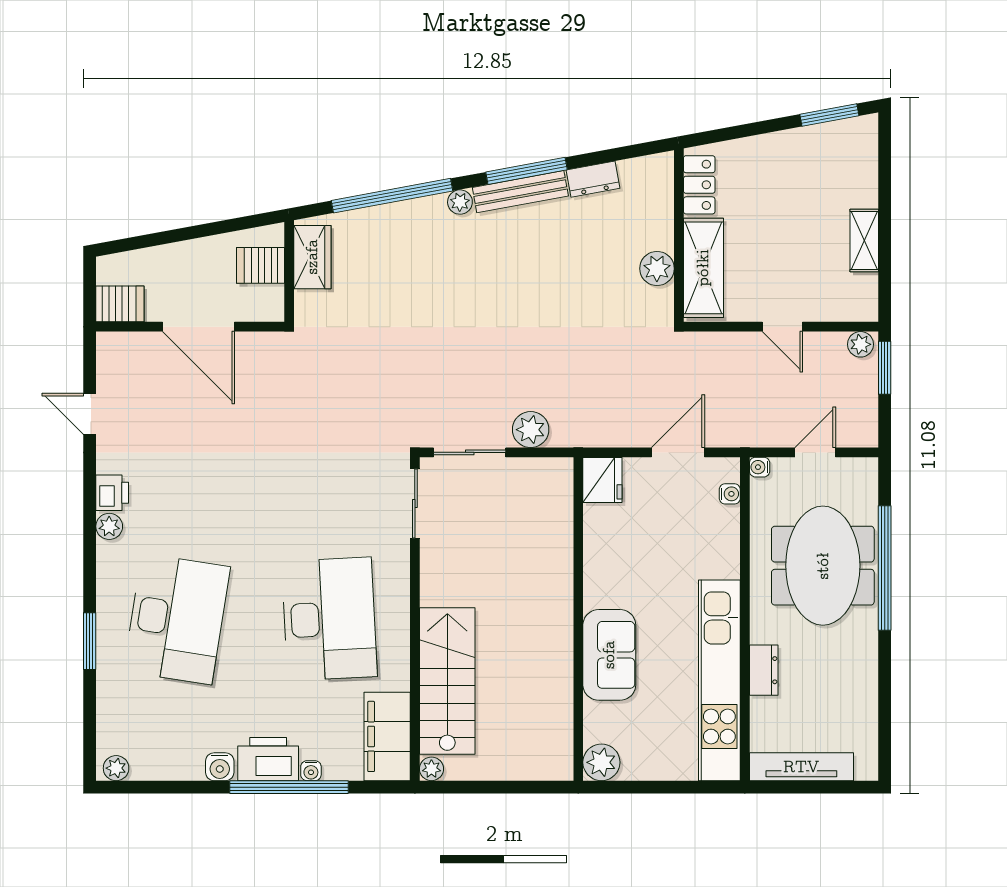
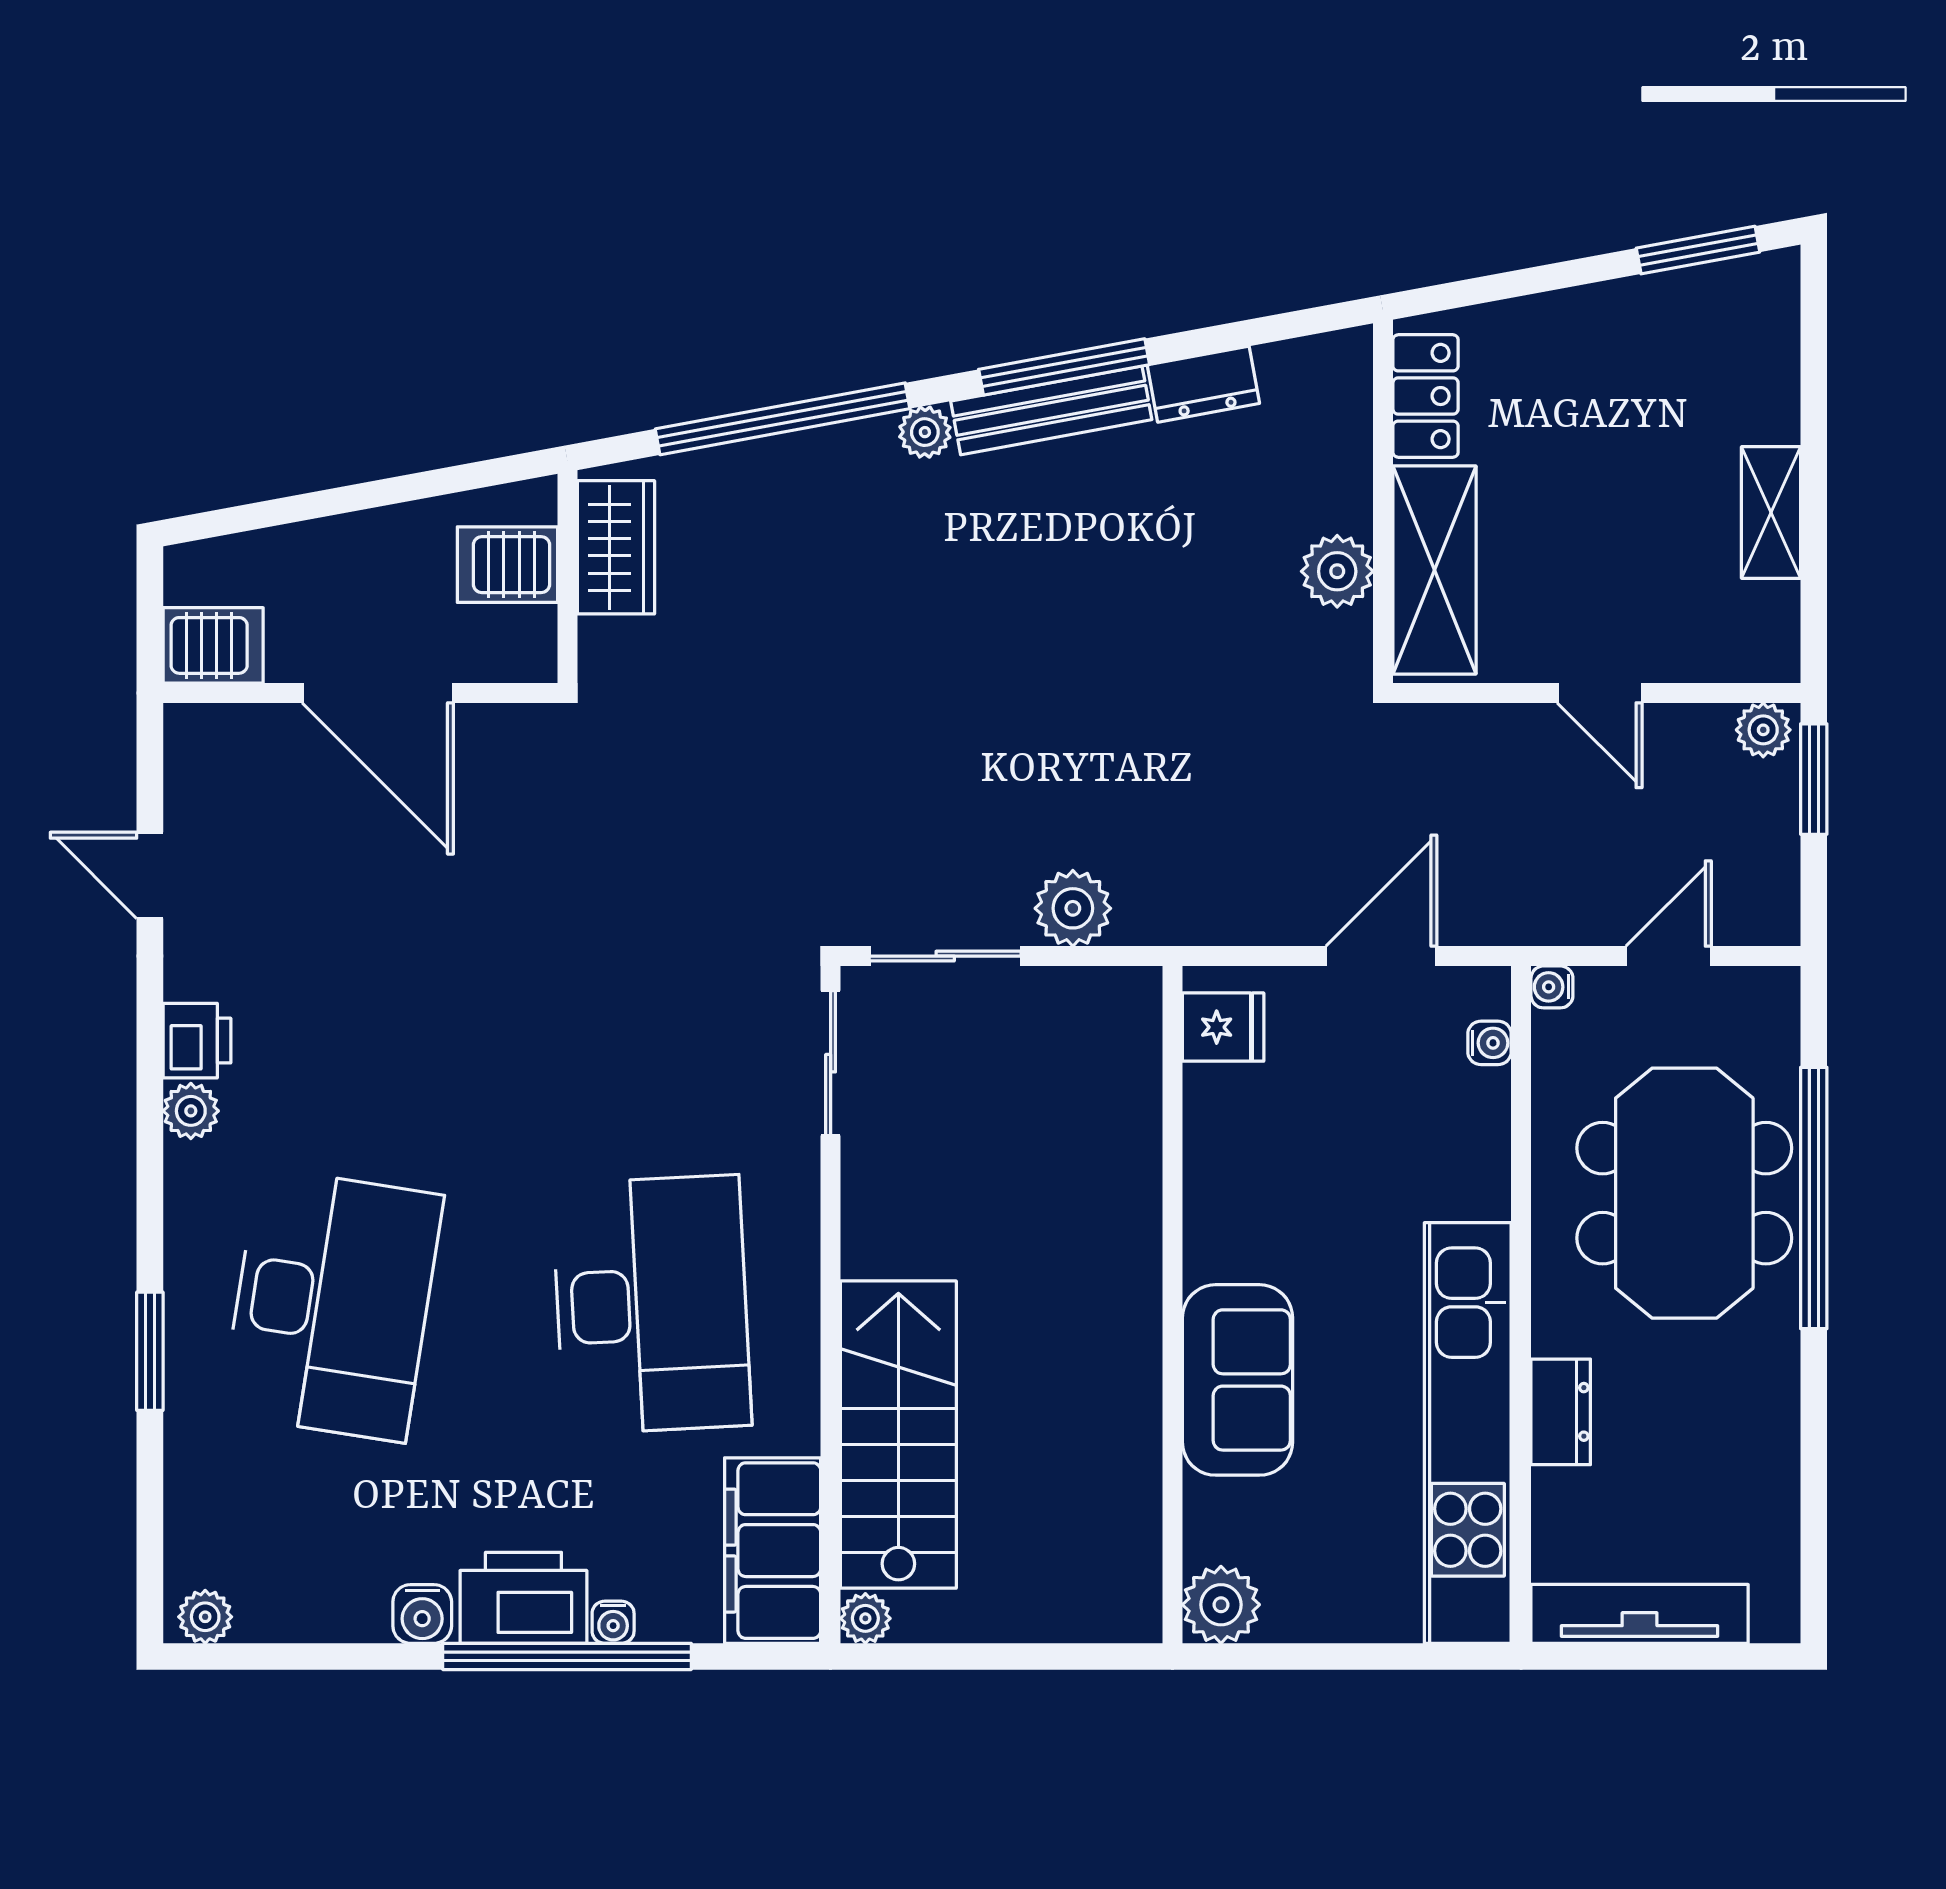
fridge: (602, 480) -> (1223, 1027), width x0.72

